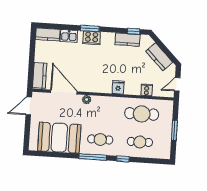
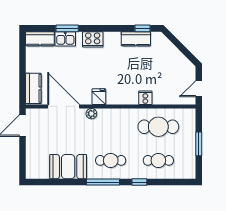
window: (90, 29) -> (67, 28), moved
kitchen counter: (159, 57) -> (175, 57), removed
fridge: (118, 87) -> (99, 97), moved
cooker: (147, 90) -> (145, 98), moved
booth: (59, 138) -> (68, 167), width x0.73, depth x0.70

